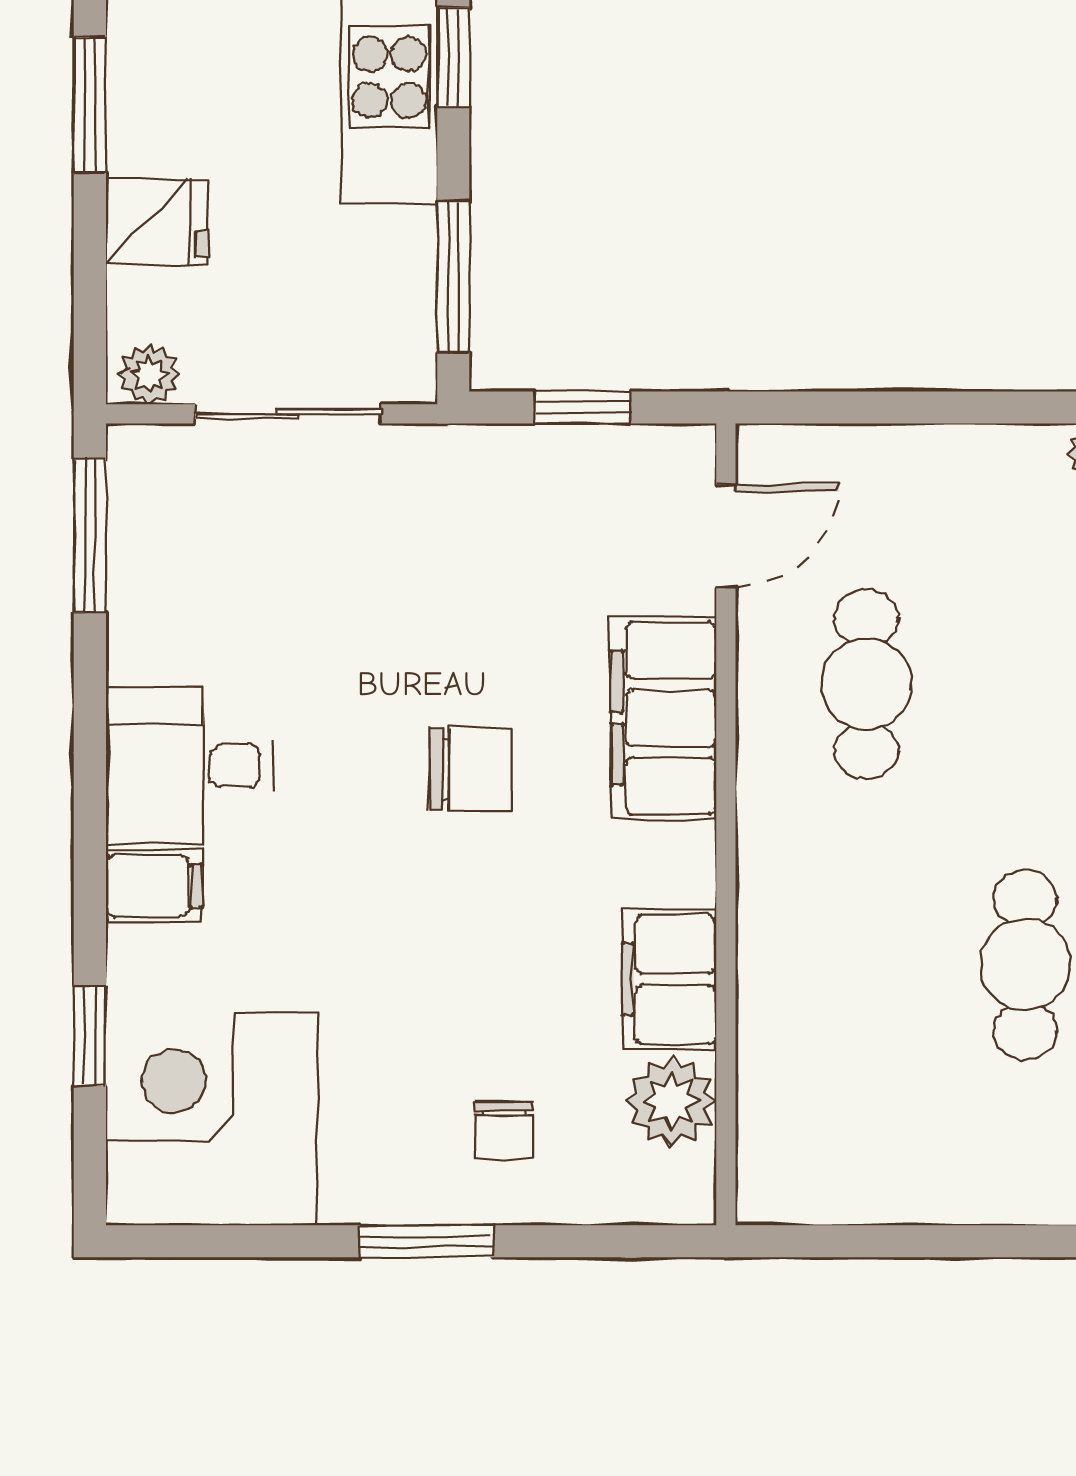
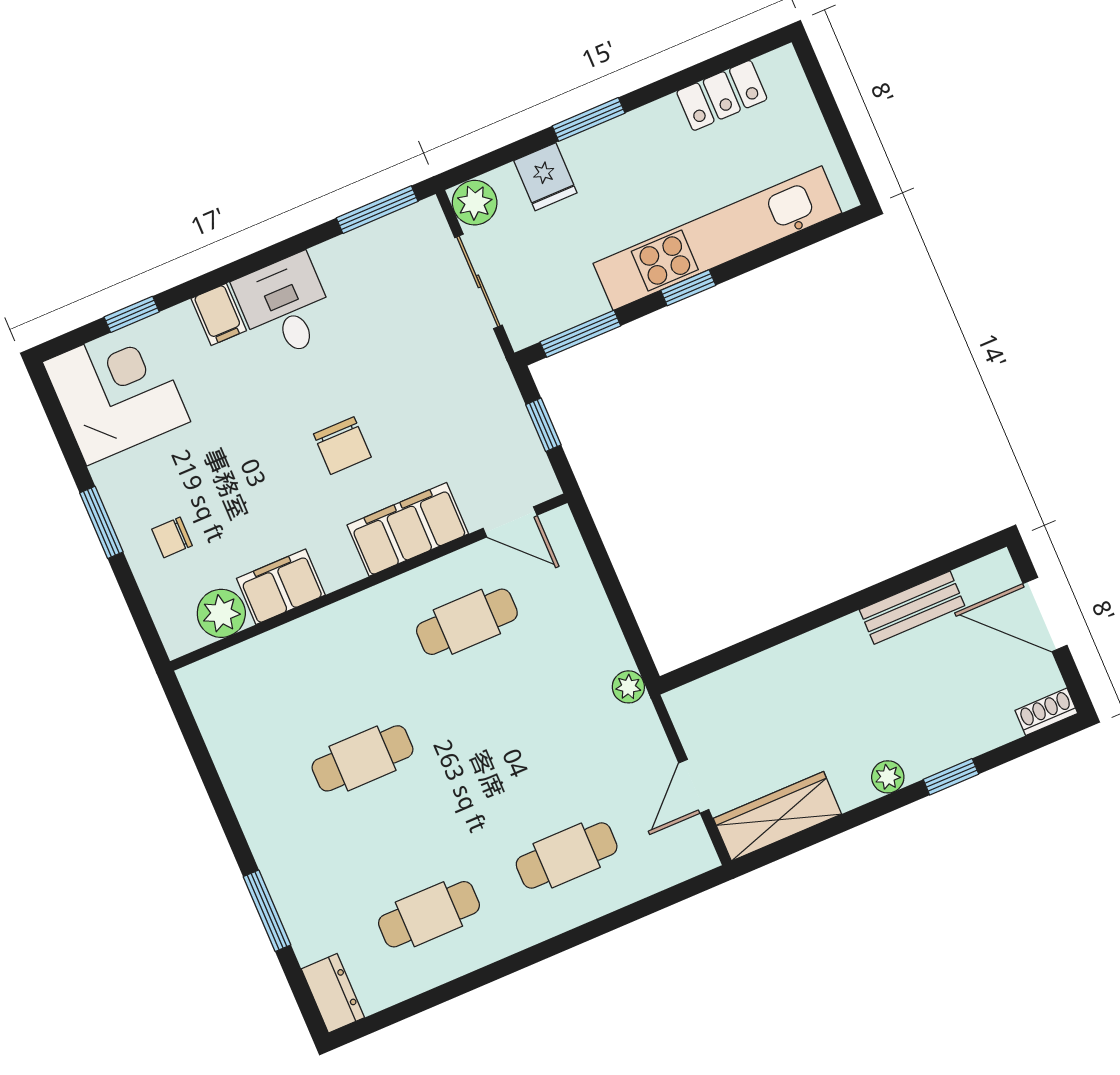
plant: (149, 374) -> (475, 203), width x1.38, depth x1.38

